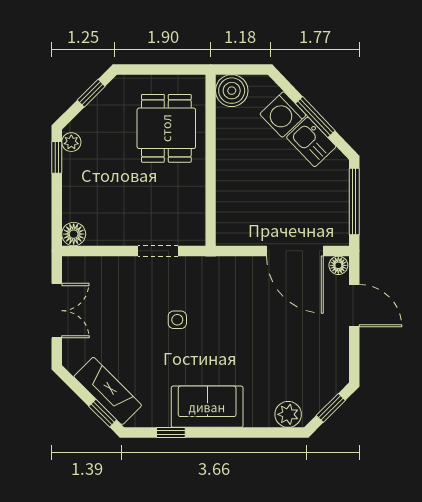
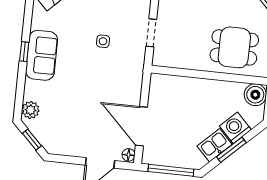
door: (295, 251) -> (141, 126), hinge flipped
window: (171, 432) -> (24, 52), moved

